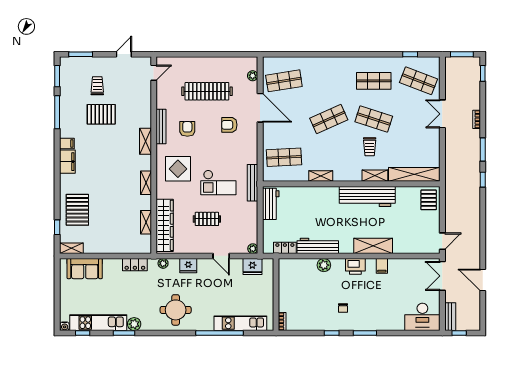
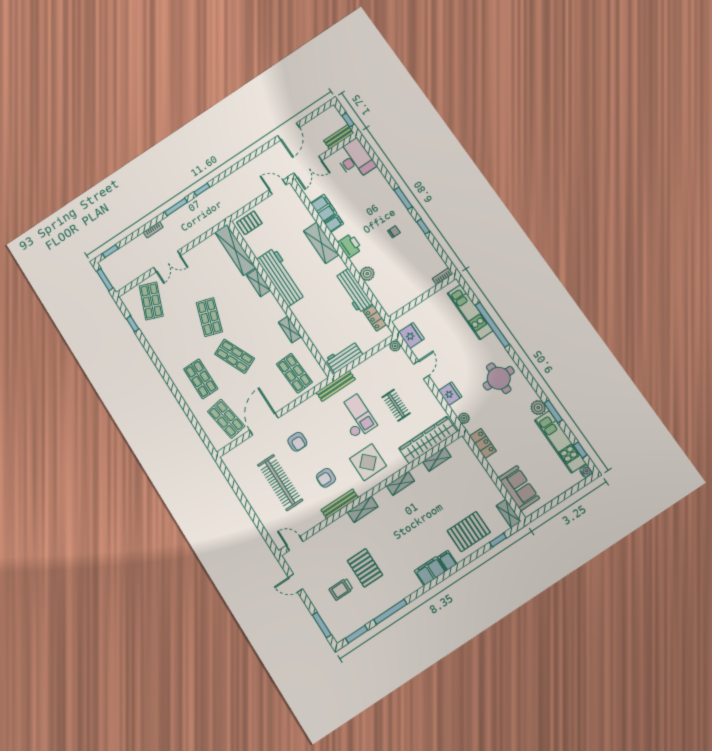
plant: (253, 76) -> (239, 450), removed
shop shelf: (374, 81) -> (201, 379), moved
filing cabinet: (67, 143) -> (447, 560), moved
trolley: (370, 147) -> (236, 304), removed
filing cabinet: (400, 266) -> (324, 208), added

